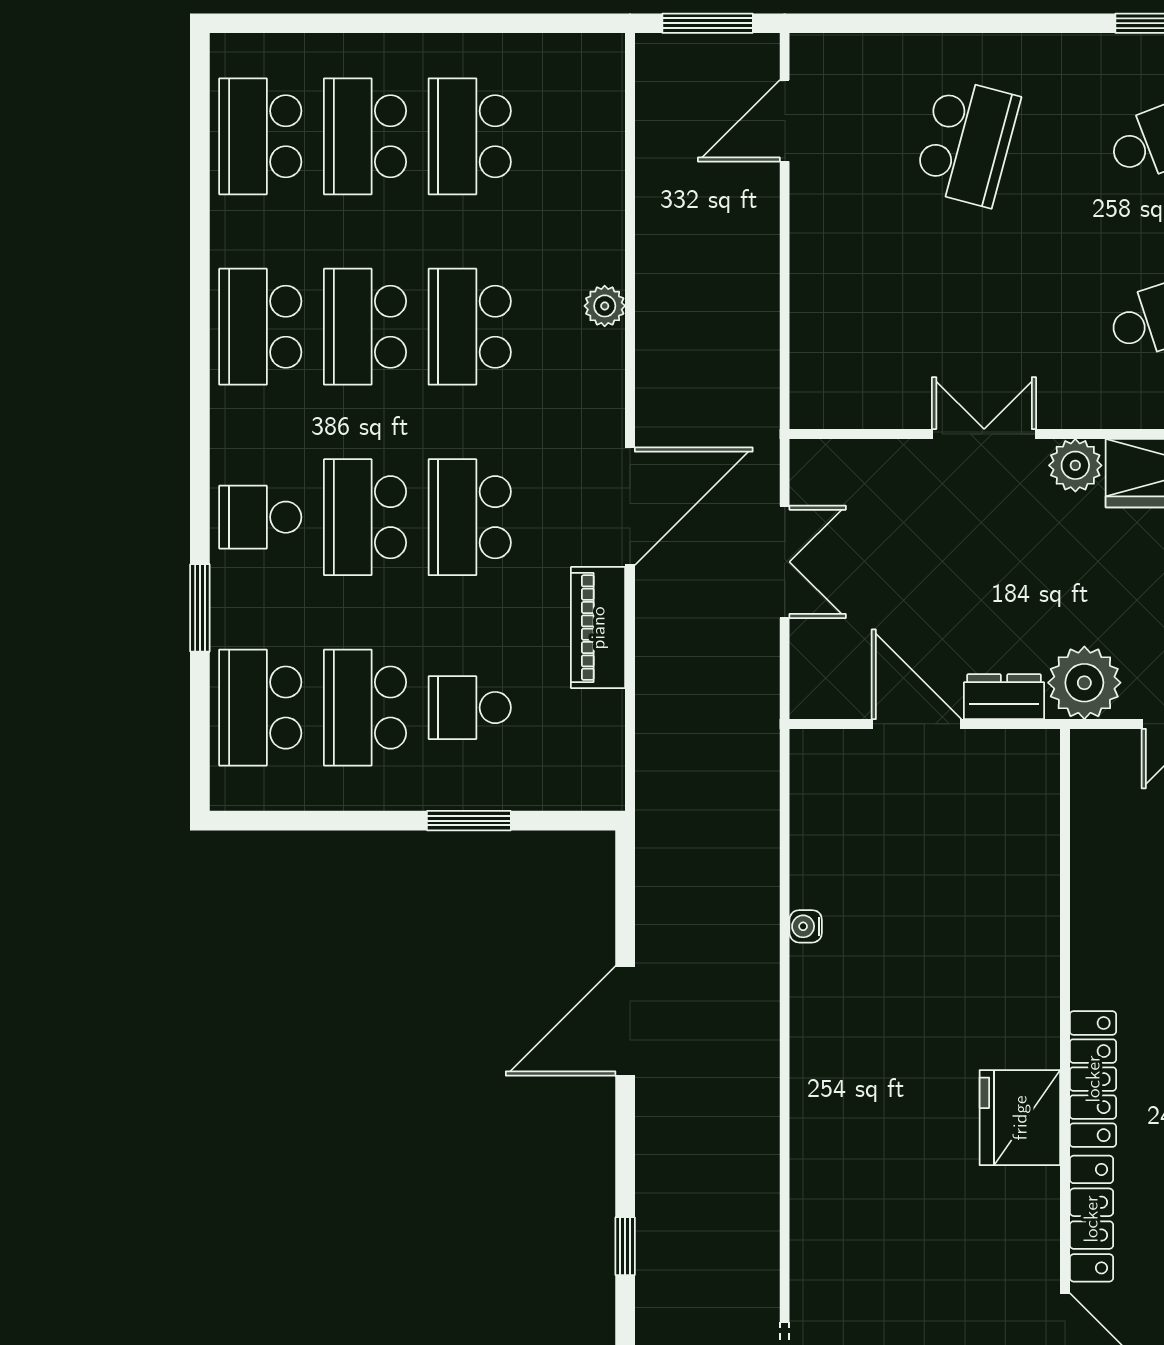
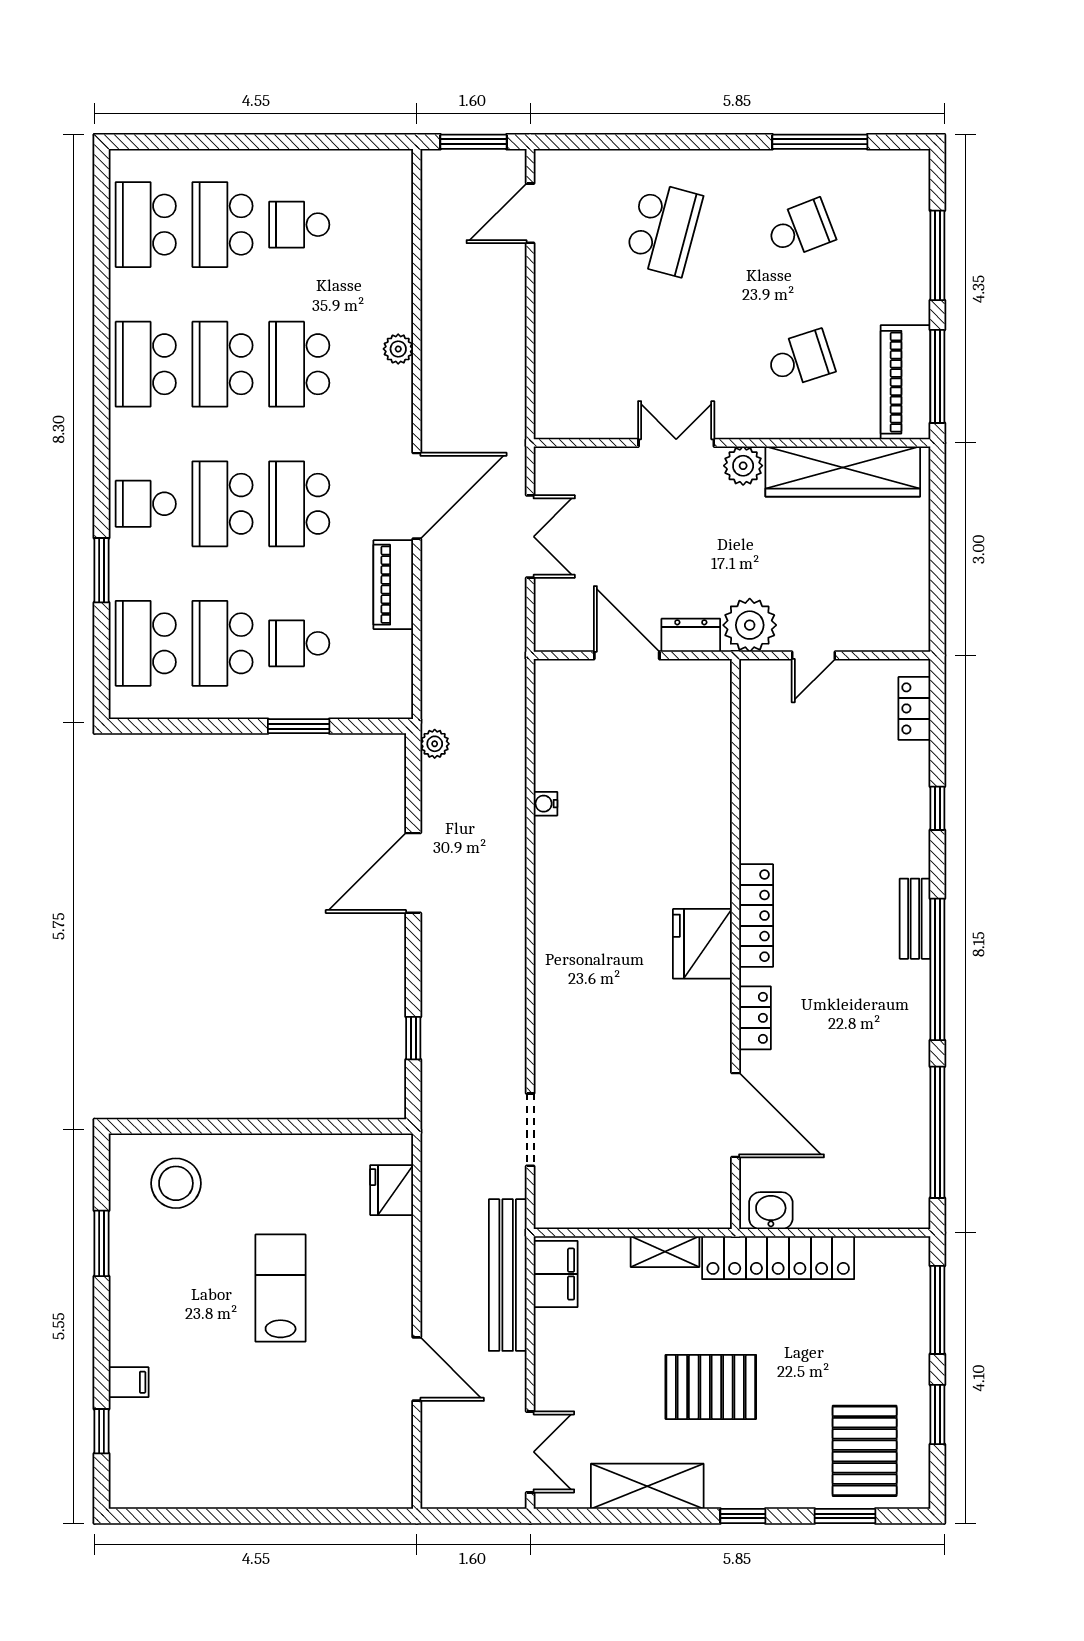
school desk: (470, 136) -> (299, 225), width x0.54
plant: (654, 845) -> (435, 744), added
locker: (1091, 1219) -> (755, 1018), width x0.66

